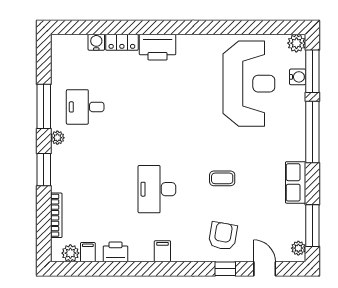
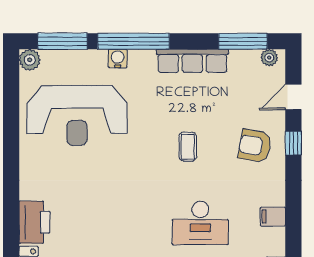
water cooler: (298, 77) -> (118, 58), moved
reception desk: (249, 84) -> (77, 115), turned 180
row of seats: (296, 182) -> (192, 61), width x1.48

